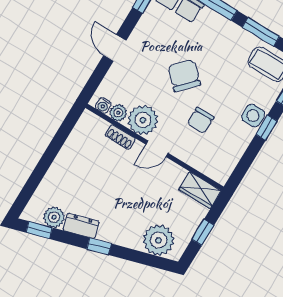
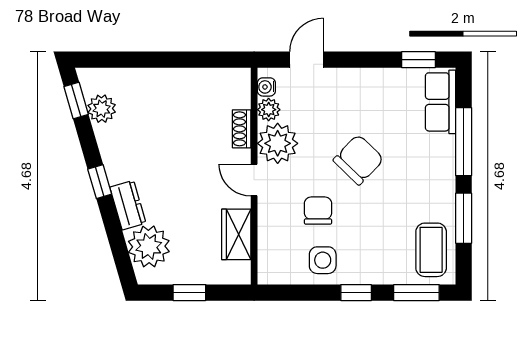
door: (115, 48) -> (307, 60), moved
side table: (253, 116) -> (323, 260), moved
chair: (201, 120) -> (318, 211), turned 90
wardrobe: (200, 190) -> (236, 234), moved
dresser: (81, 226) -> (128, 205), moved

